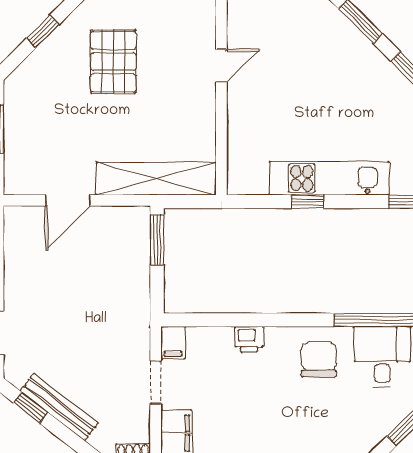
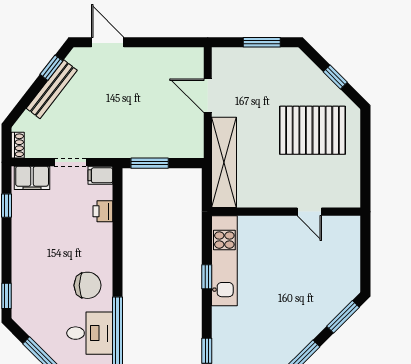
pallet: (113, 62) -> (312, 130), width x1.37, depth x1.41
kitchen unit: (329, 178) -> (224, 261), moved
window: (157, 240) -> (150, 163), moved
printer: (249, 339) -> (103, 211), moved

